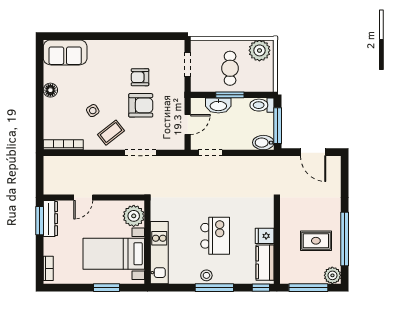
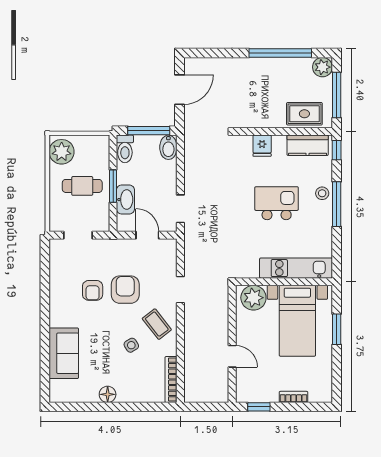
sofa: (65, 52) -> (64, 353), moved
doorway: (141, 153) -> (180, 290), width x0.73
dresser: (50, 219) -> (257, 394), removed
window: (40, 221) -> (259, 407), width x0.67
fridge: (265, 236) -> (262, 146), moved
rug: (316, 241) -> (304, 114), moved, turned 90
bookcase: (48, 268) -> (294, 397), moved
stool: (206, 275) -> (322, 193), moved

